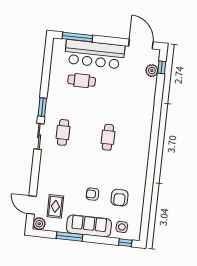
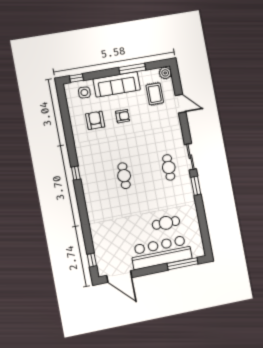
plant: (152, 71) -> (101, 254), removed
window: (152, 153) -> (76, 173), added
door: (32, 205) -> (181, 104), moved

